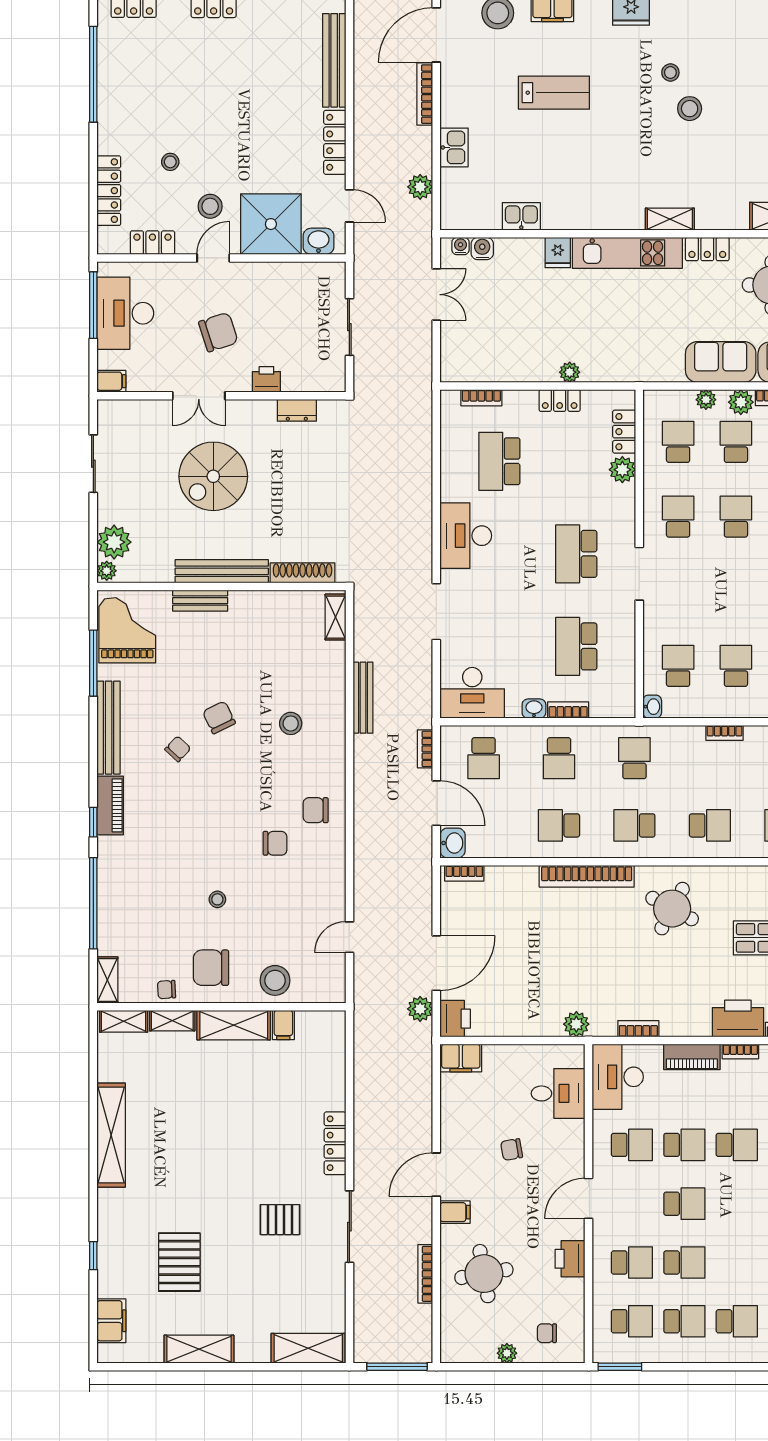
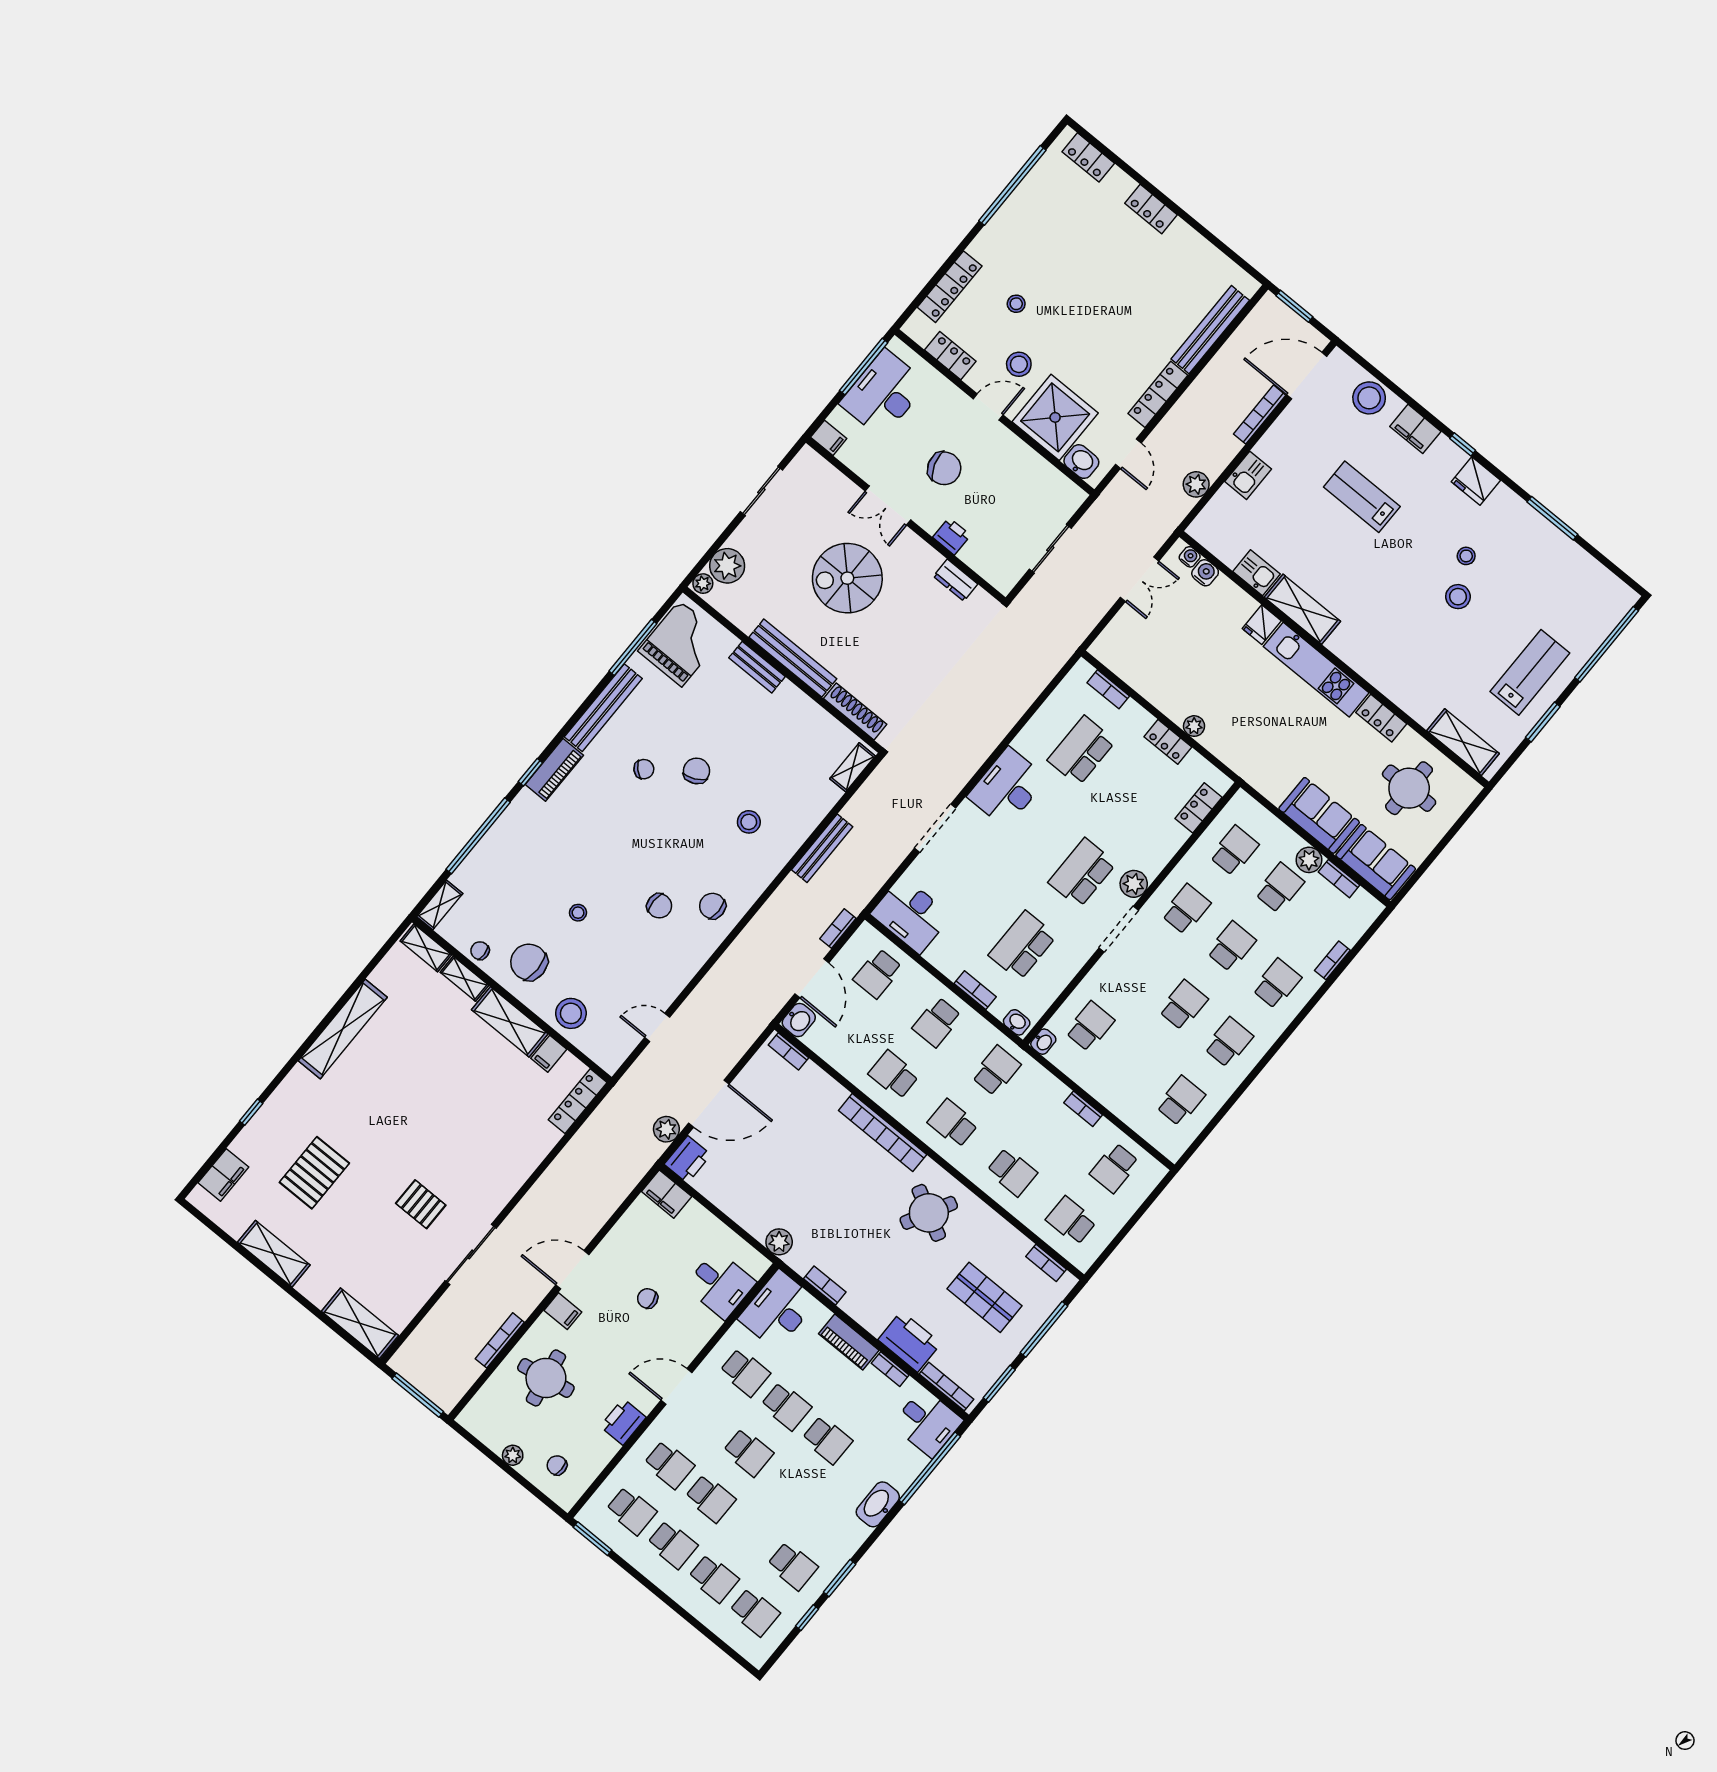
lab bench: (554, 93) -> (1362, 497), turned 180
shelving: (670, 219) -> (1302, 609), moved, width x1.50, depth x1.33
plant: (706, 400) -> (1283, 835), removed
plant: (622, 470) -> (1134, 884), moved
school desk: (736, 666) -> (1183, 1005), moved
washbasin: (534, 709) -> (1017, 1022), moved
locker: (335, 1143) -> (578, 1101), moved

